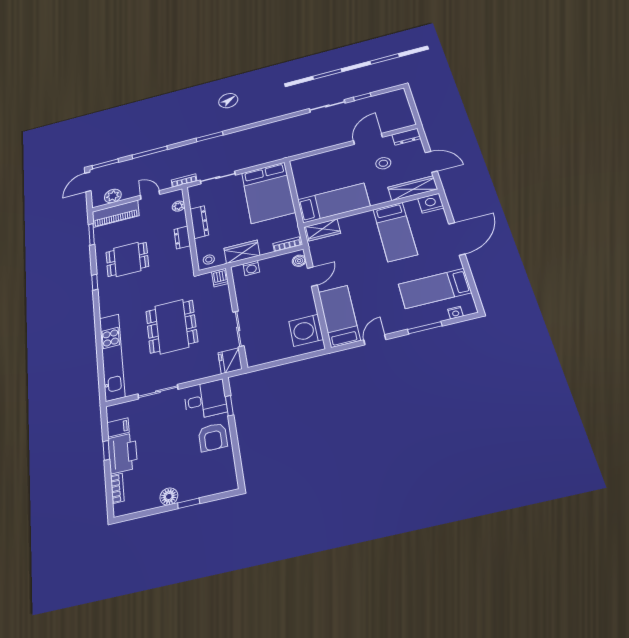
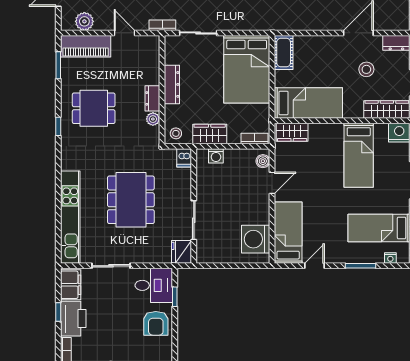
cot: (301, 171) -> (284, 52), added
plant: (178, 206) -> (153, 119), moved
filing cabinet: (118, 427) -> (71, 285), width x2.00

